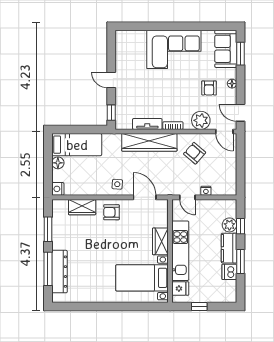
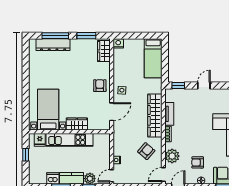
floor lamp: (58, 163) -> (139, 43), removed
door: (187, 197) -> (112, 176), moved
wardrobe: (82, 207) -> (104, 51), moved

